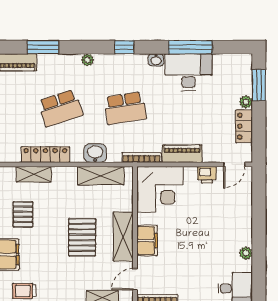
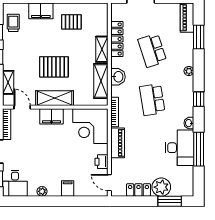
plant: (246, 102) -> (161, 187), width x1.88, depth x1.88
shelving: (34, 174) -> (102, 49), moved
filing cabinet: (242, 219) -> (68, 188), added

